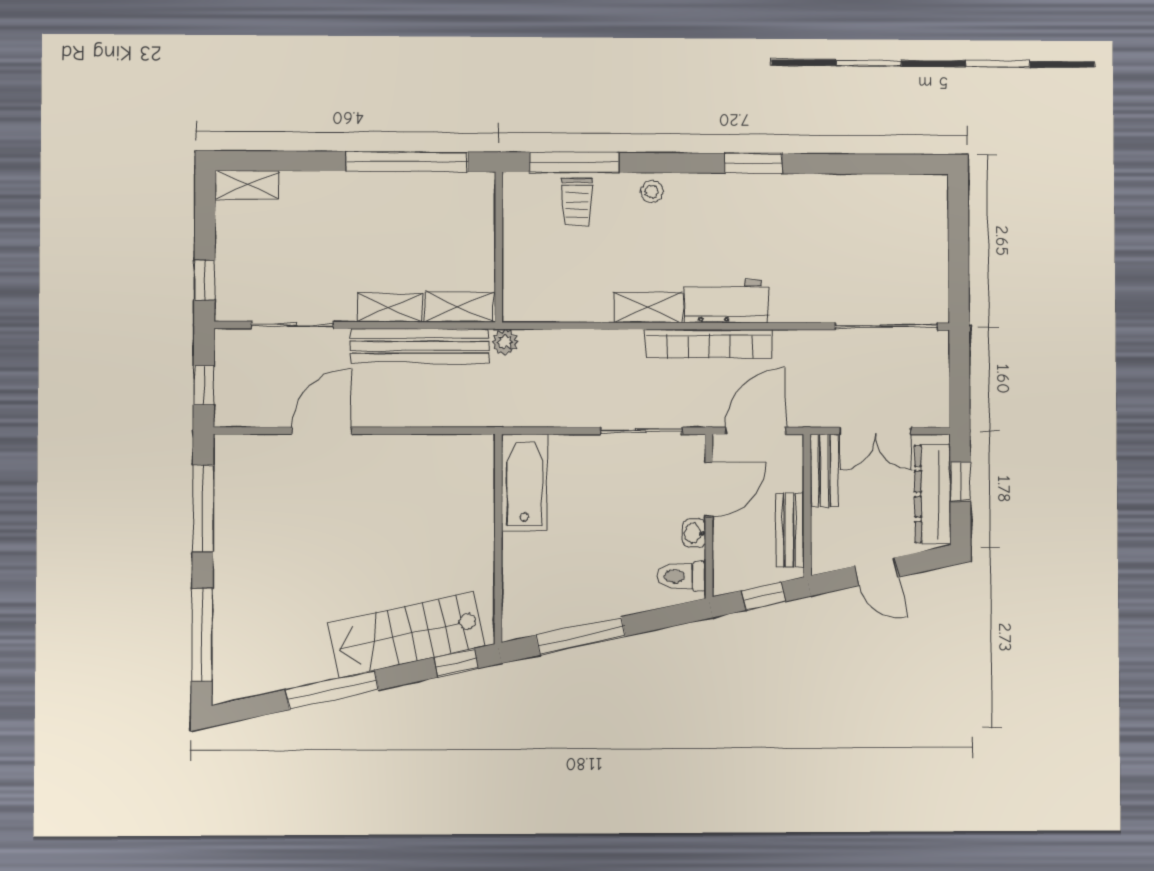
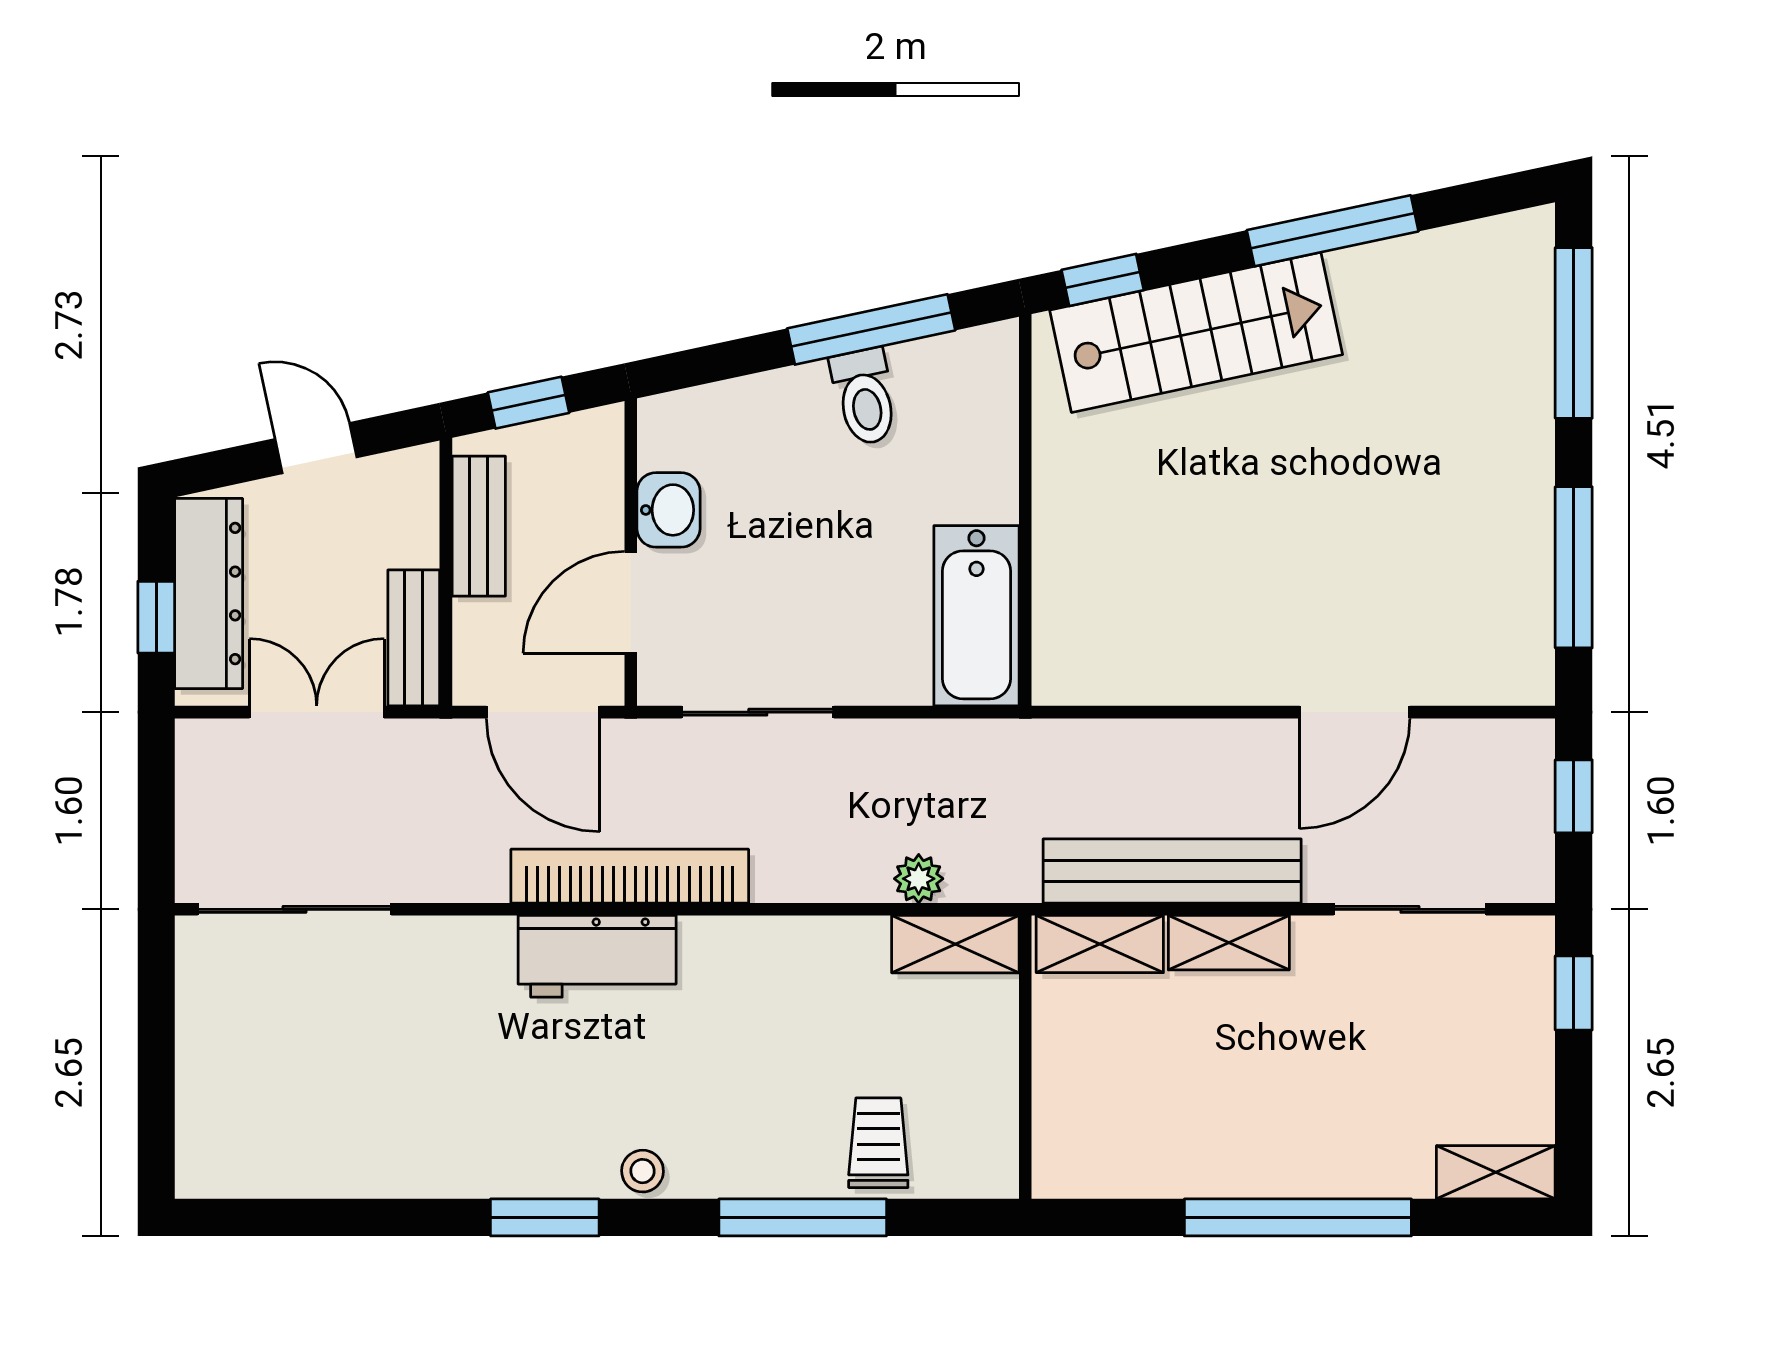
window: (407, 162) -> (1298, 1217), moved
window: (574, 162) -> (803, 1217), moved
stool: (652, 192) -> (643, 1171), moved
shelving: (648, 307) -> (955, 944), moved
plant: (505, 342) -> (919, 879), moved
door: (755, 431) -> (543, 712), hinge flipped
washbasin: (694, 533) -> (668, 510), width x1.38, depth x1.45
toilet: (681, 576) -> (865, 397), moved, turned 78

